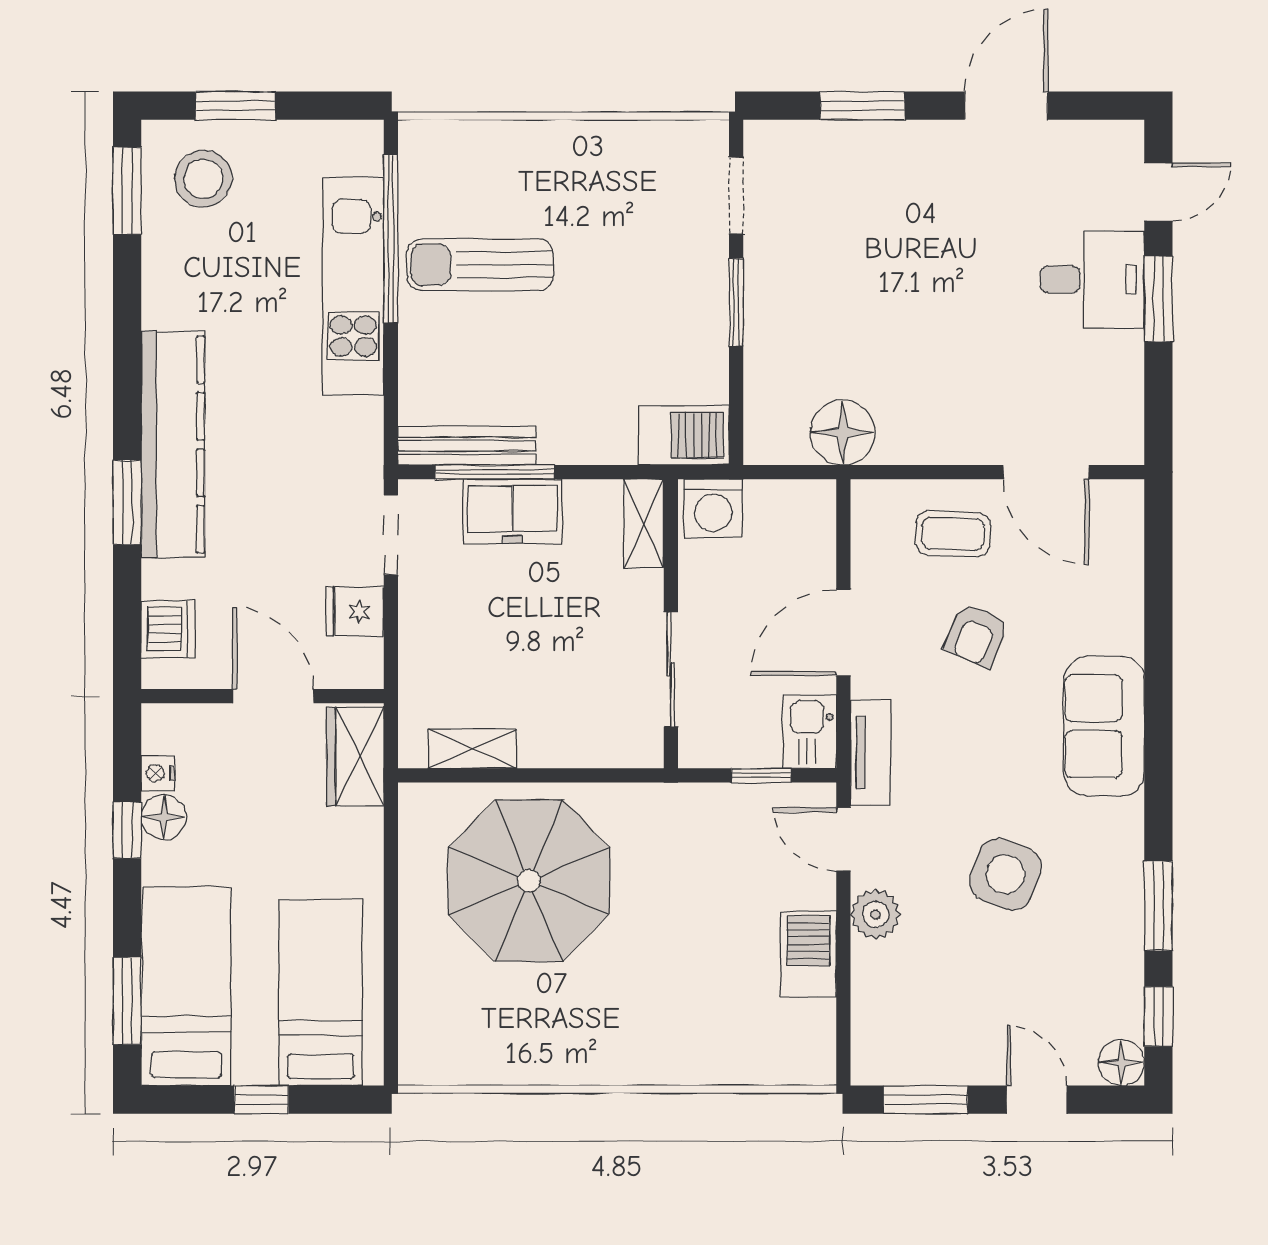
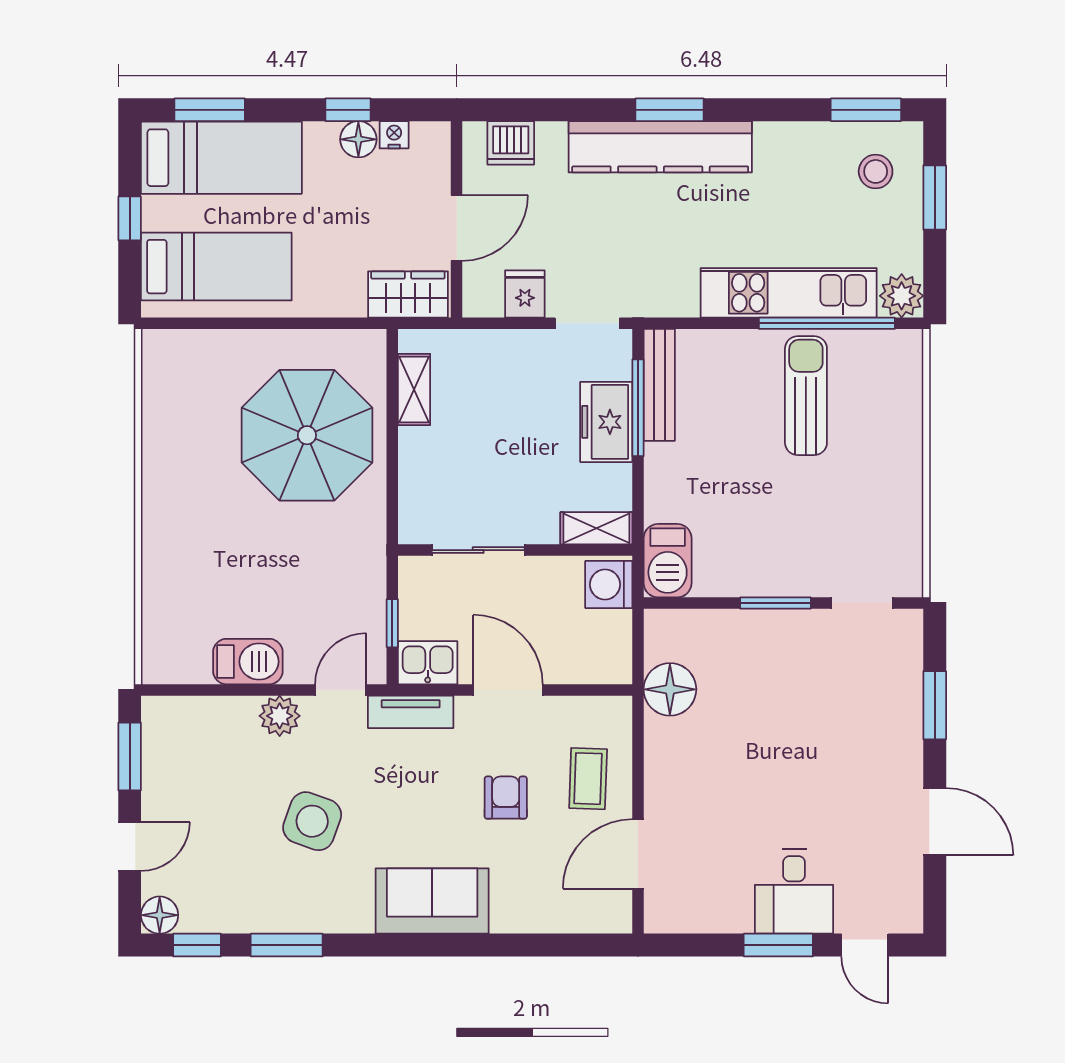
plant: (357, 147) -> (902, 296), added
stool: (203, 179) -> (876, 171), width x0.73, depth x0.73
window: (127, 502) -> (670, 110), moved
armchair: (976, 635) -> (506, 798), turned 66

